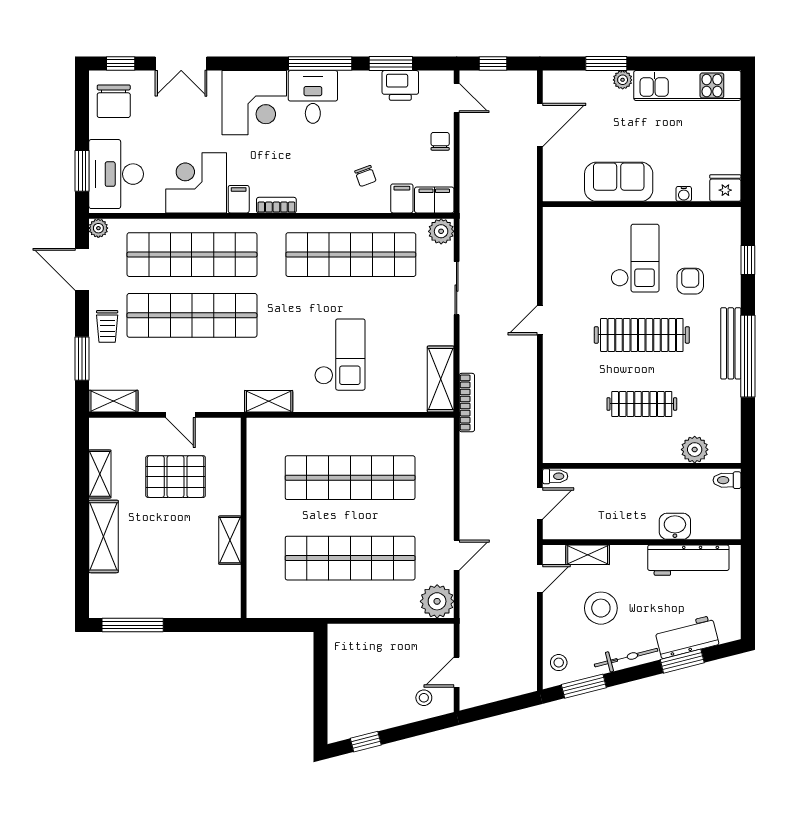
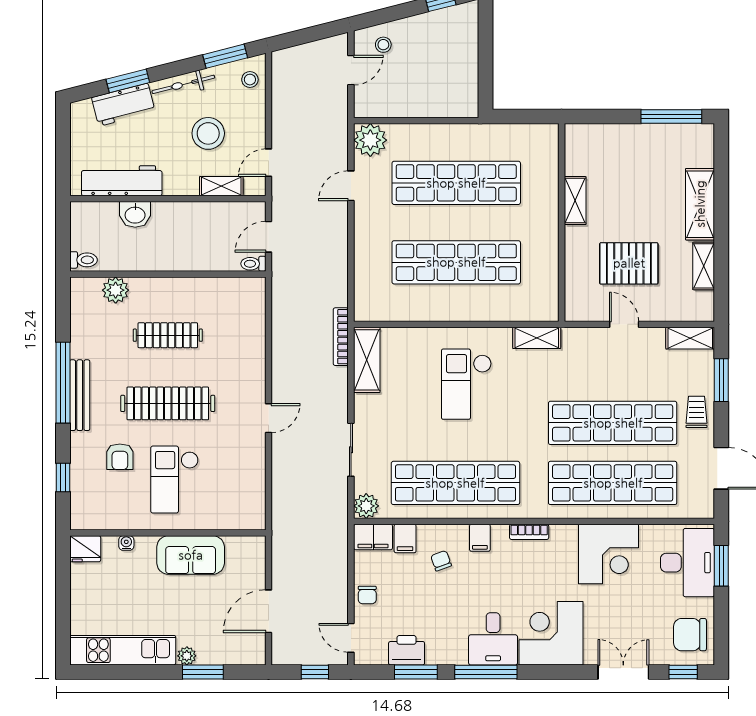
chair: (114, 101) -> (690, 635), turned -90
filing cabinet: (239, 199) -> (480, 538), moved
plant: (98, 228) -> (705, 509), removed

